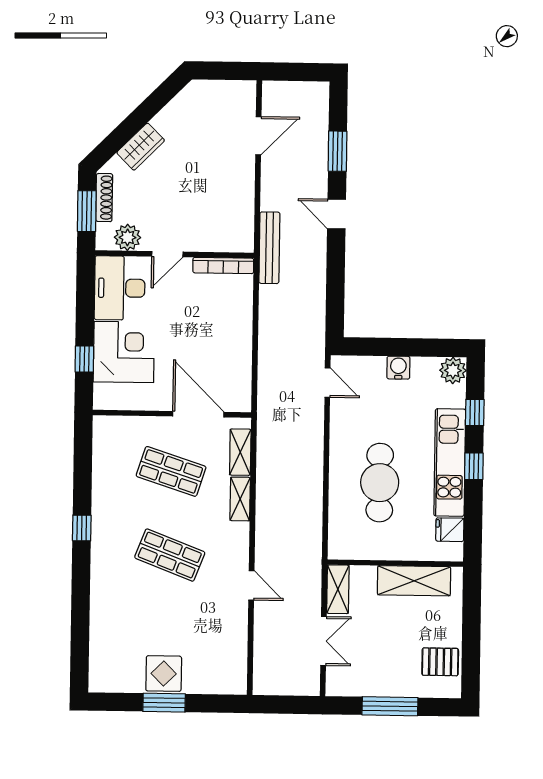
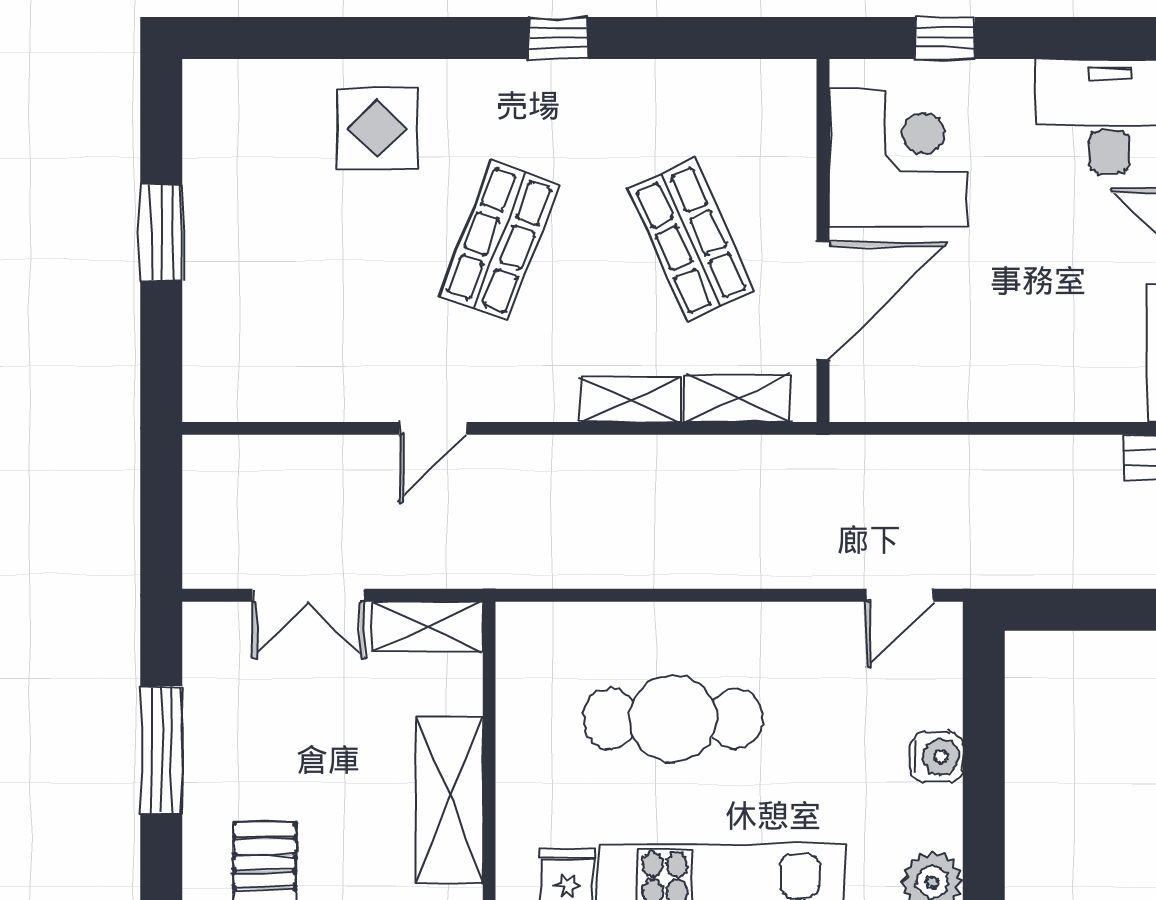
corner desk: (124, 352) -> (898, 158), moved, turned -90
shop shelf: (171, 471) -> (691, 240), turned -42
display table: (164, 674) -> (377, 129), moved

